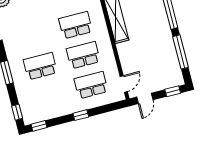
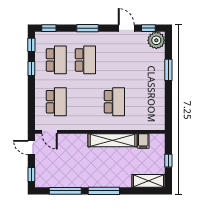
school desk: (83, 55) -> (56, 60), moved
window: (81, 115) -> (31, 68), moved

